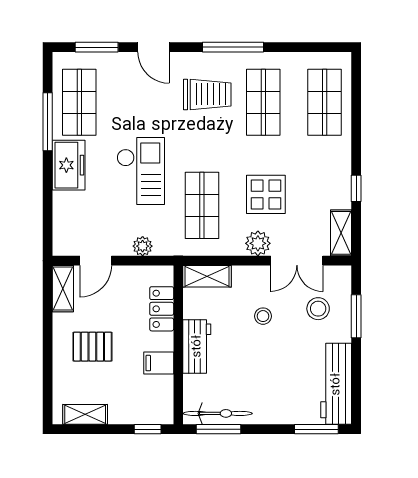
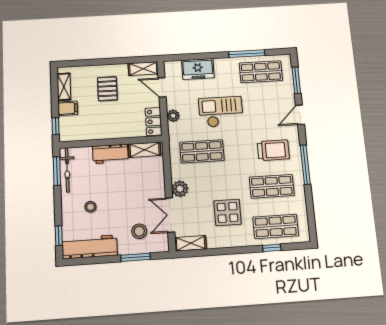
trolley: (207, 94) -> (273, 150), turned -90
freezer: (69, 165) -> (198, 69), moved
checkout: (141, 171) -> (221, 112), turned 180
window: (356, 188) -> (272, 248), moved
display table: (266, 194) -> (227, 212), moved
shelving: (207, 276) -> (145, 150), moved, turned 90
locker: (162, 309) -> (154, 122), moved, turned -90
stool: (263, 316) -> (90, 207), moved
filing cabinet: (159, 363) -> (68, 108), moved, turned 90
window: (316, 429) -> (59, 236), width x0.67

